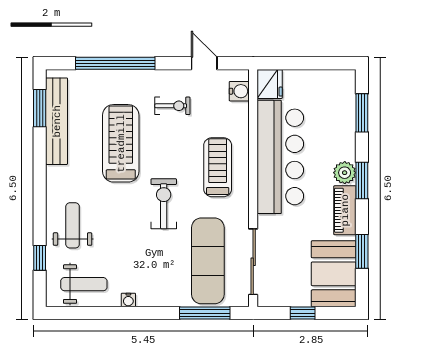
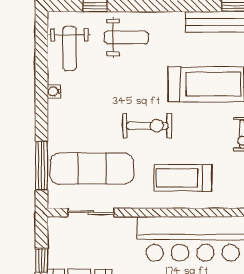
treadmill: (218, 167) -> (183, 178), turned 180
sliding door: (253, 262) -> (91, 212), width x0.73

